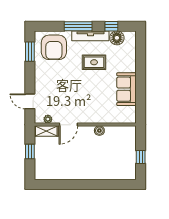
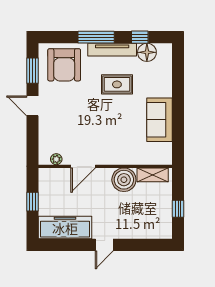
door: (30, 101) -> (33, 106), moved
shelving: (46, 131) -> (153, 175), moved
boiler: (99, 131) -> (124, 180), width x1.86, depth x1.86
freezer: (55, 171) -> (65, 228), added
door: (84, 184) -> (104, 245), added

